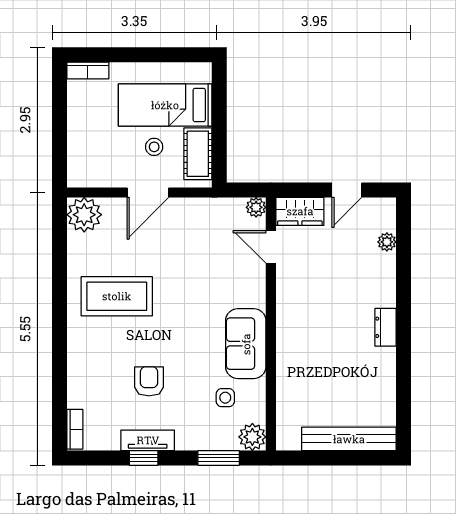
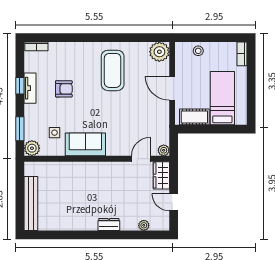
stool: (154, 147) -> (198, 51), moved
dresser: (386, 327) -> (109, 225), moved

